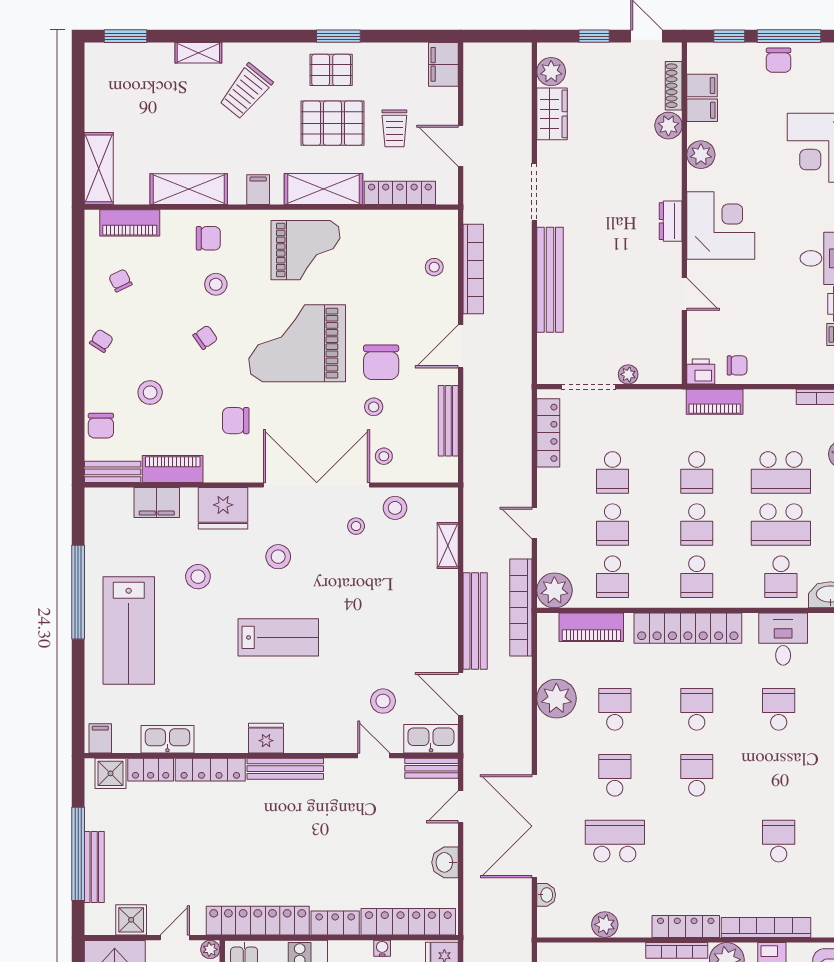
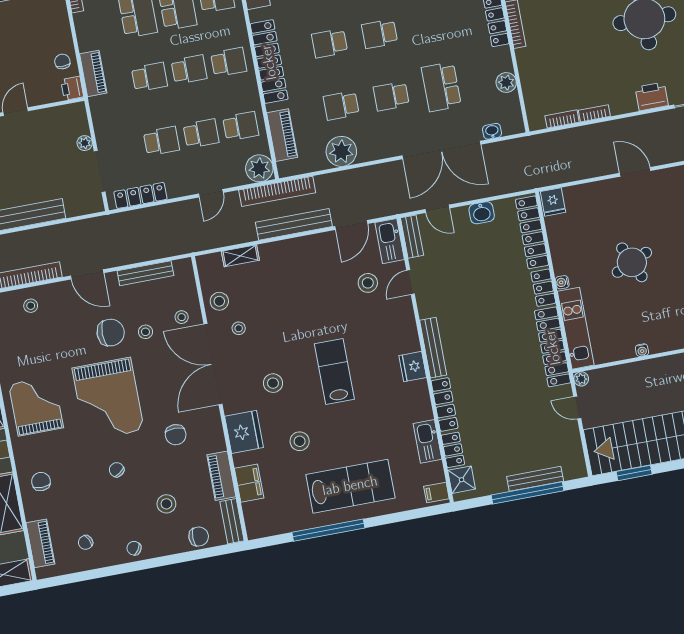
stool: (216, 284) -> (75, 469), removed
shower: (131, 920) -> (570, 443), removed
water cooler: (382, 948) -> (562, 282), moved

